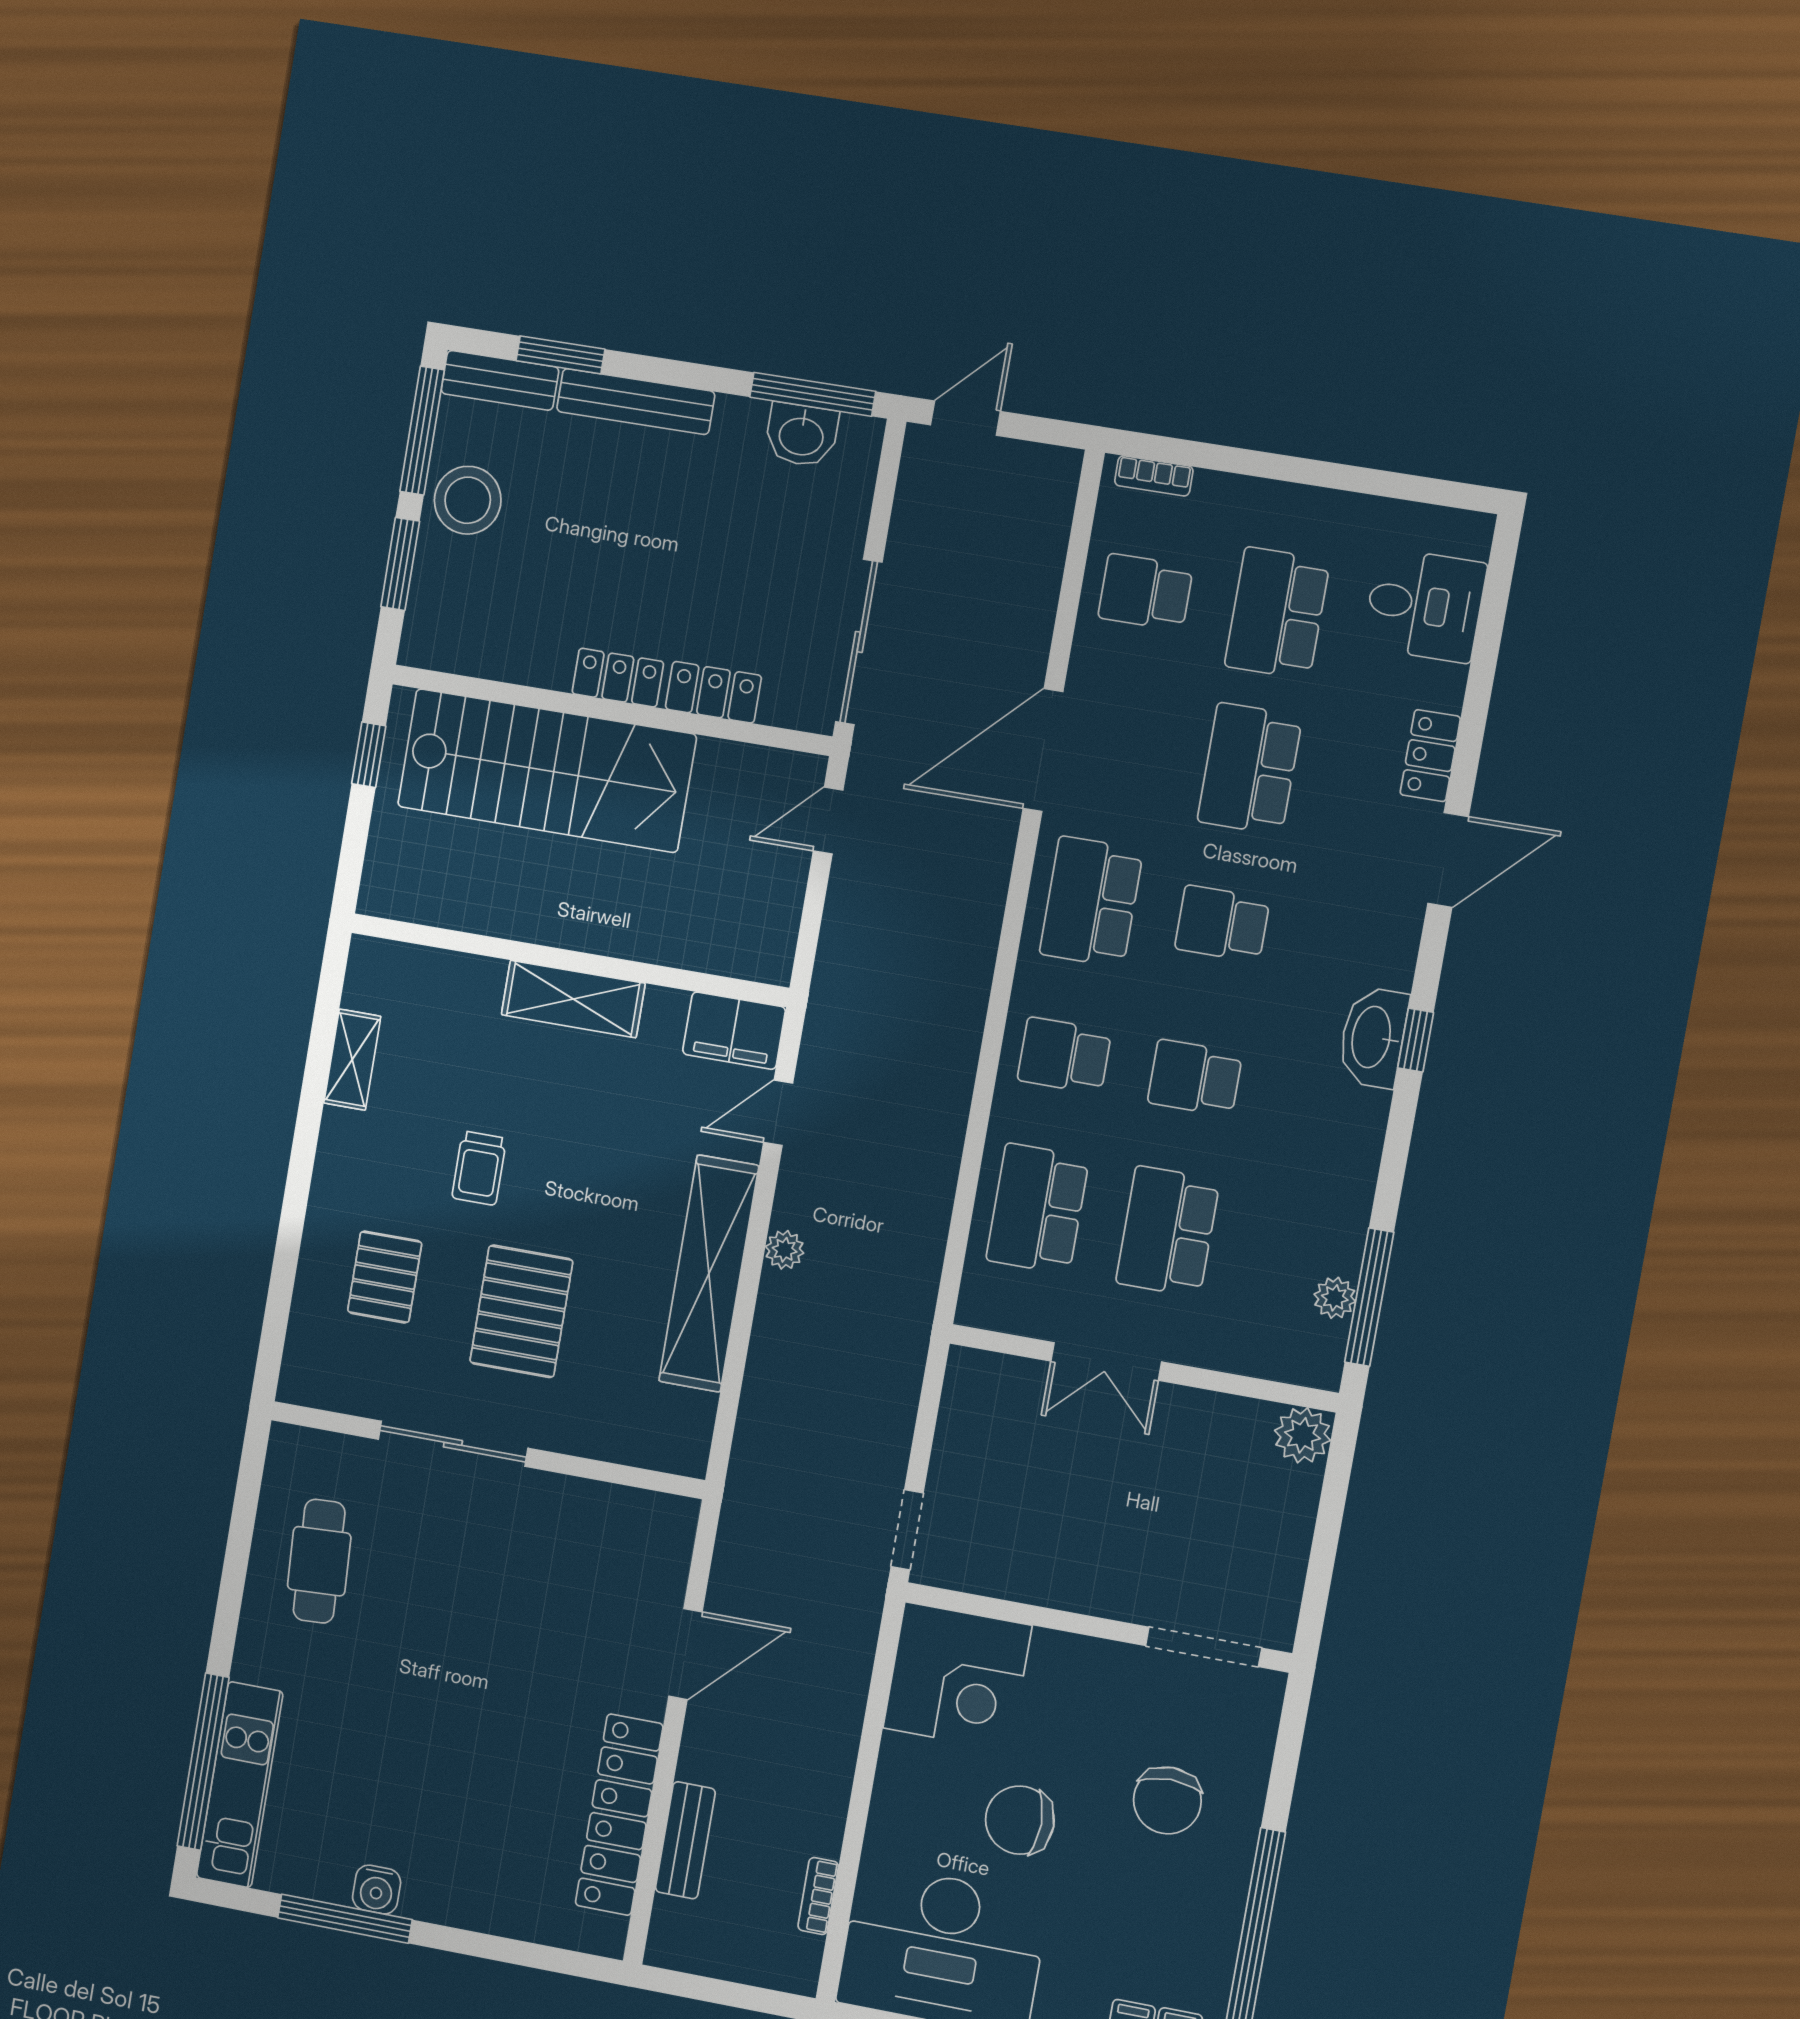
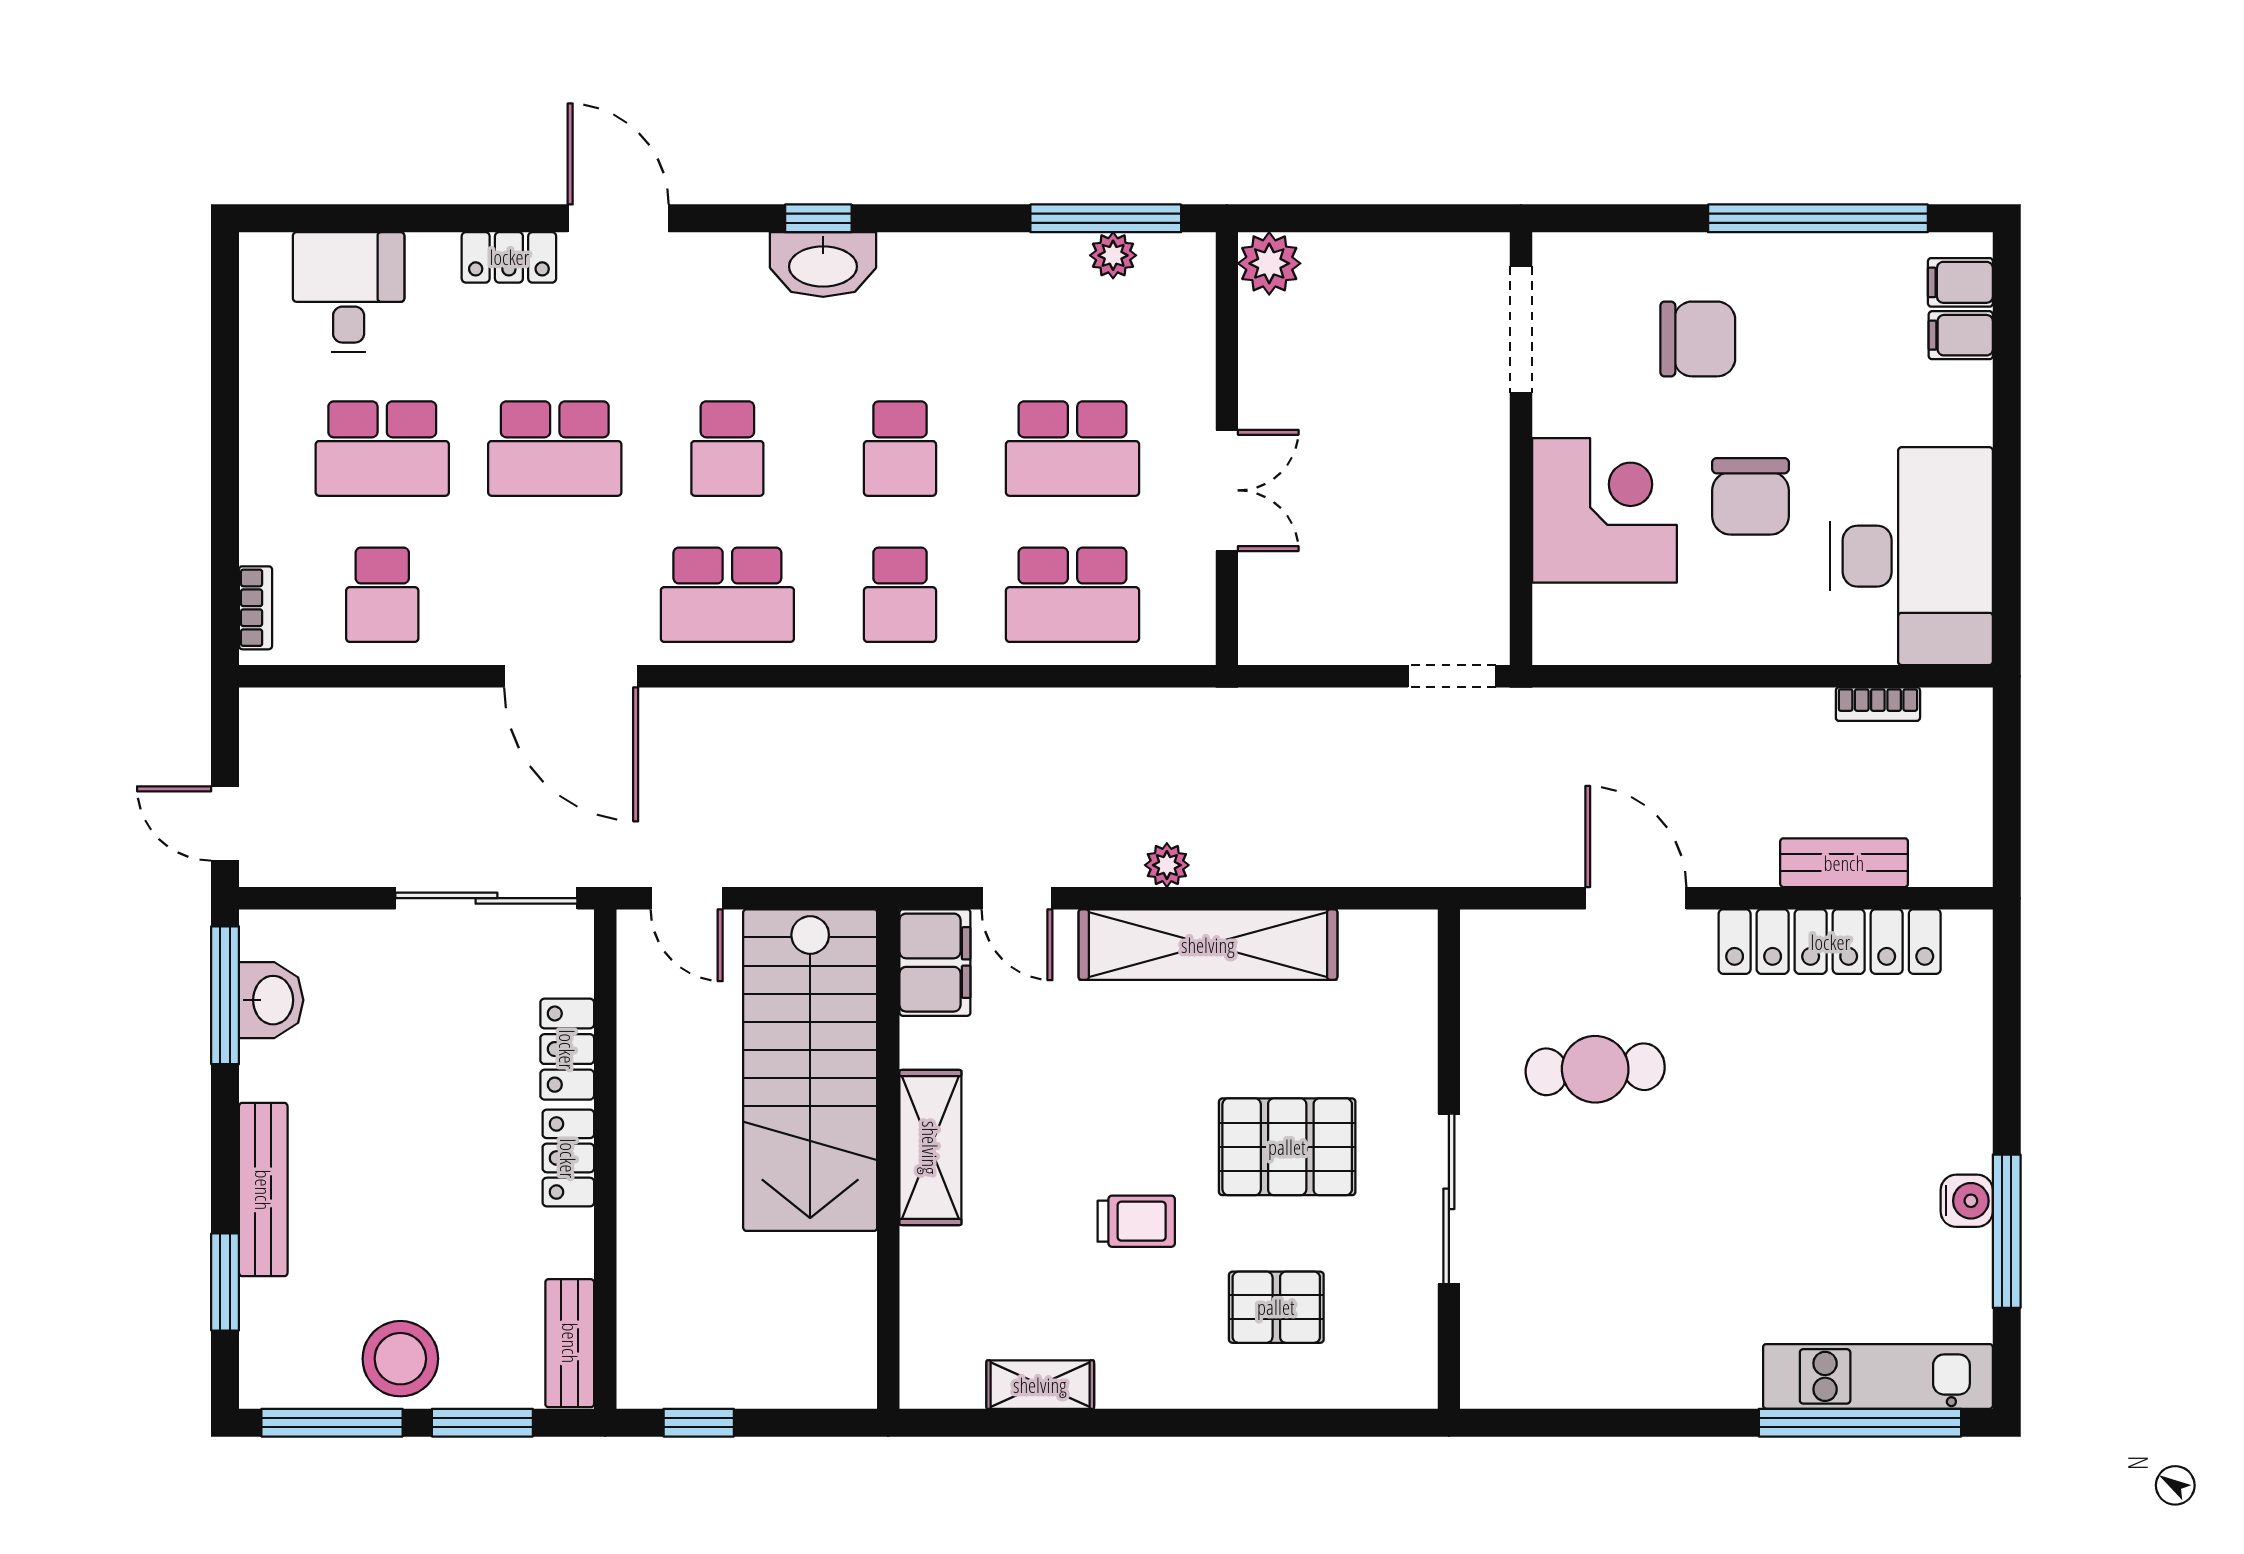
bench: (500, 380) -> (570, 1343), moved
stairs: (547, 771) -> (810, 1070), moved, turned 180
cafe table: (319, 1561) -> (1595, 1069), moved
corner desk: (957, 1677) -> (1604, 510), moved

